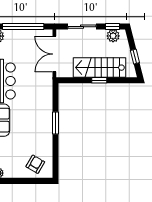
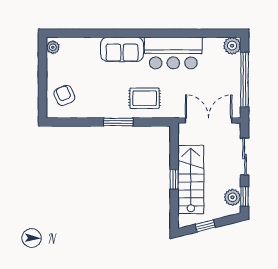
rug: (37, 103) -> (145, 98), added
armchair: (35, 164) -> (64, 95), turned -143

